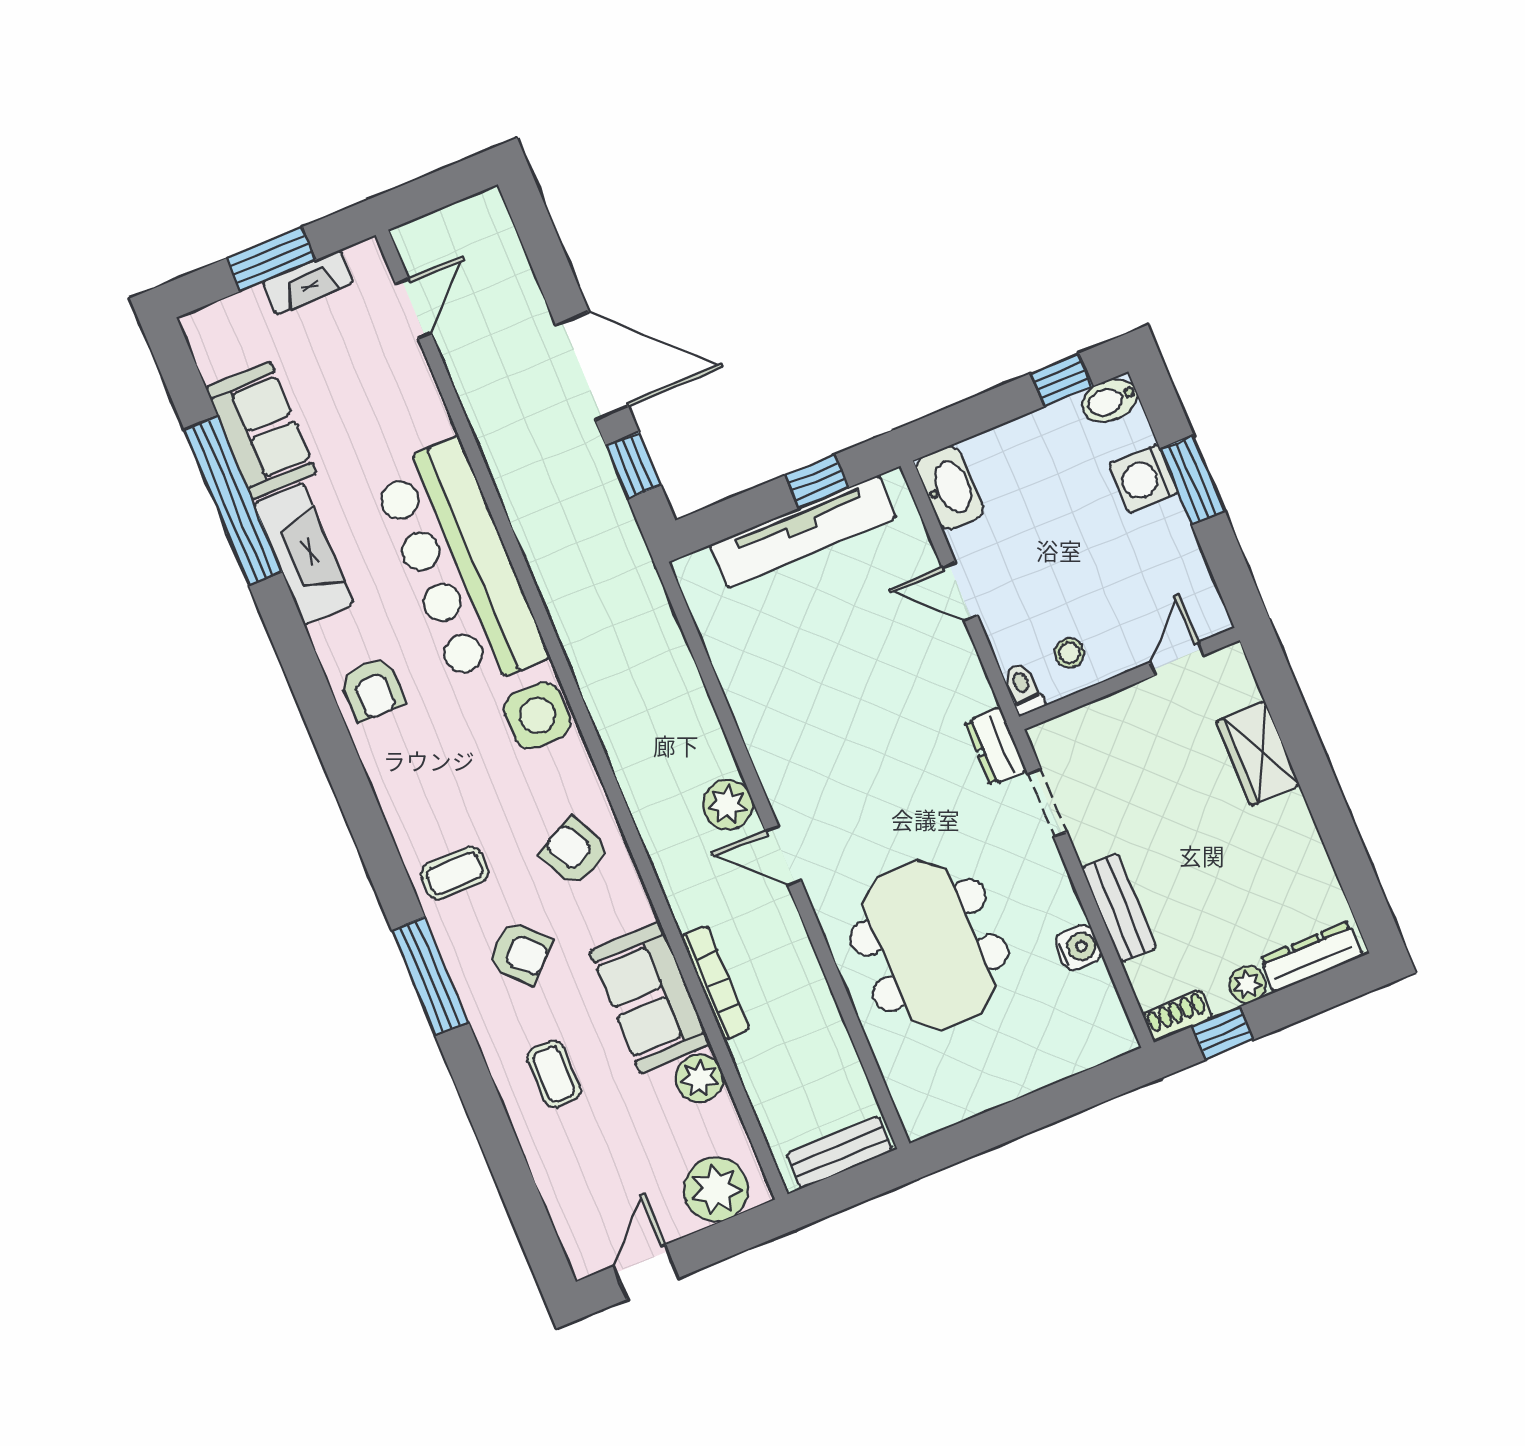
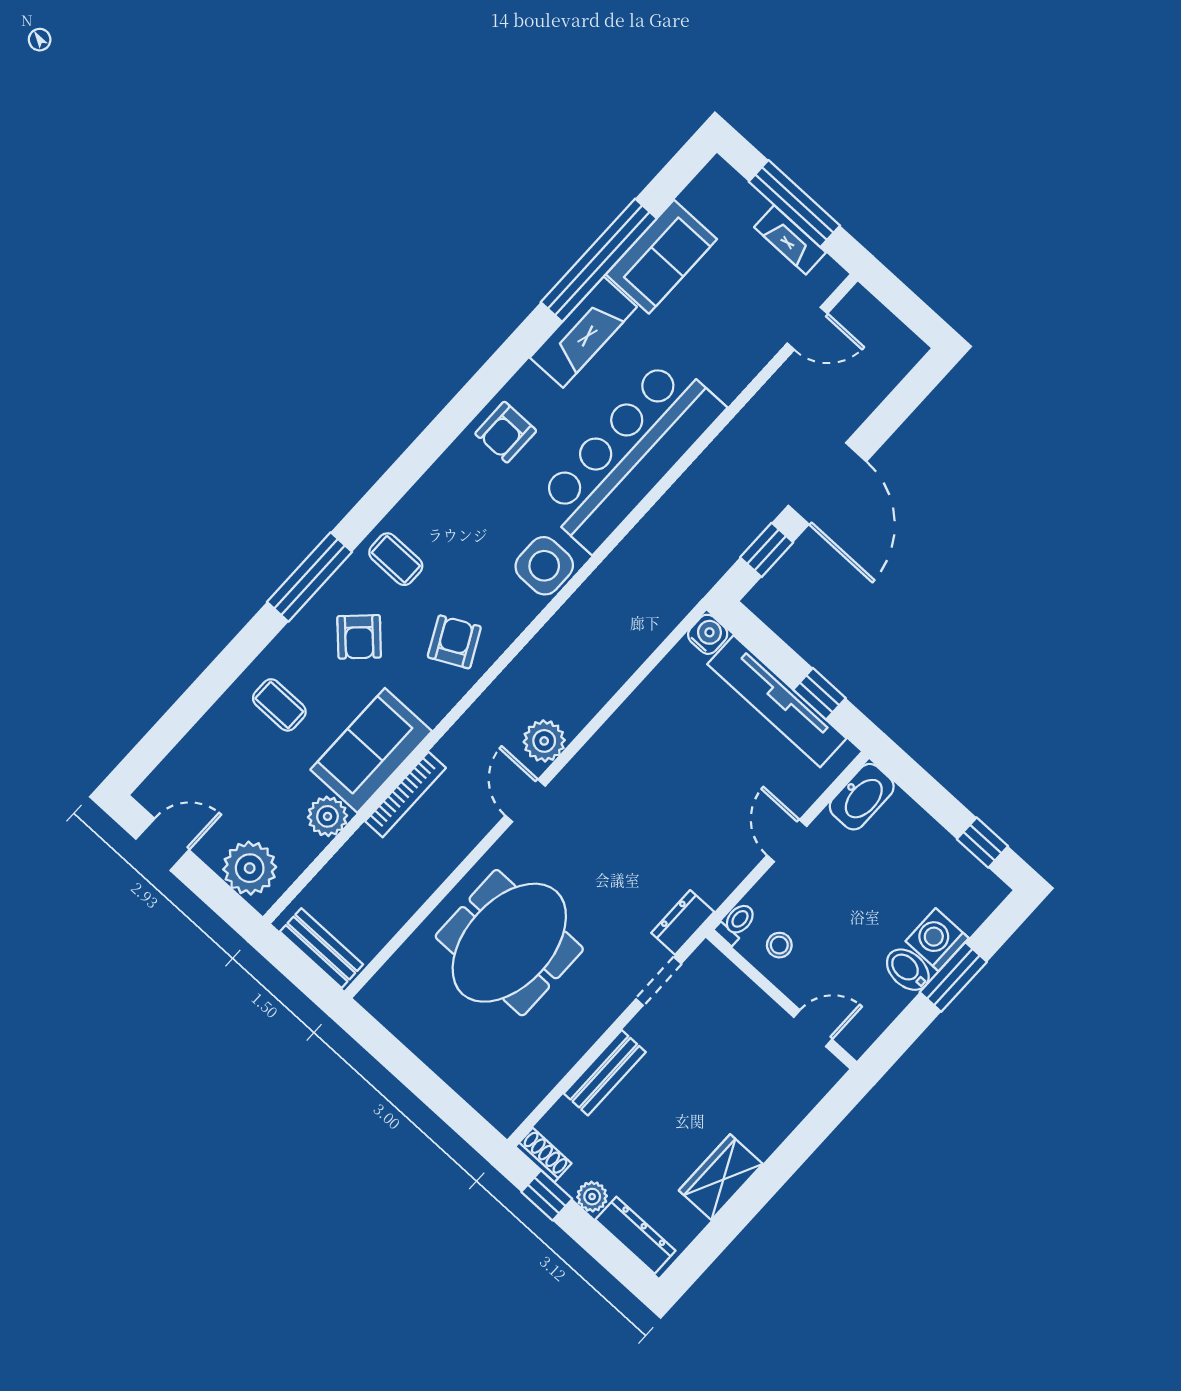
window: (271, 259) -> (794, 204), width x1.44
bidet: (1110, 400) -> (908, 970), moved
wardrobe: (1258, 753) -> (721, 1177), moved
water cooler: (1078, 948) -> (708, 634), moved, turned -90
coffee table: (554, 1074) -> (279, 705), turned 90

